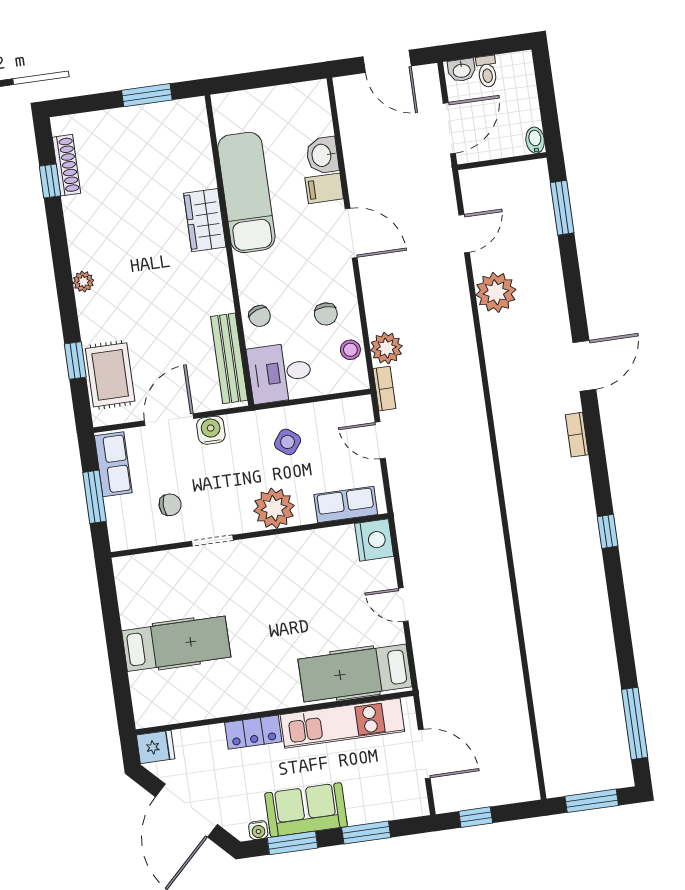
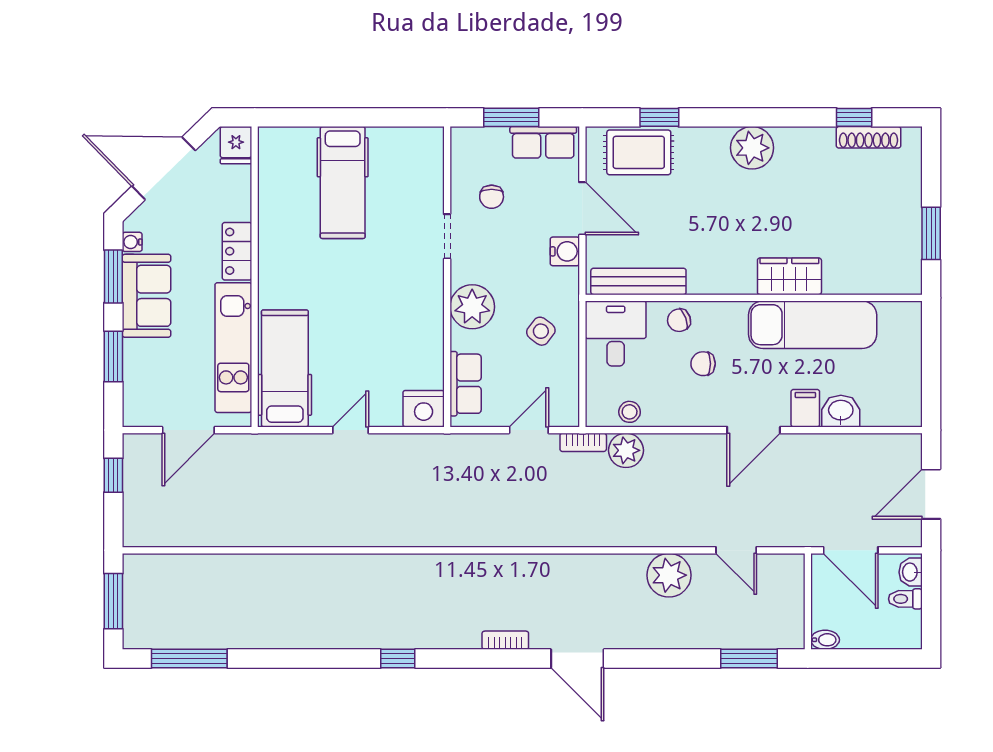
plant: (83, 282) -> (752, 148), width x1.88, depth x1.88
chair: (326, 314) -> (703, 364), moved

